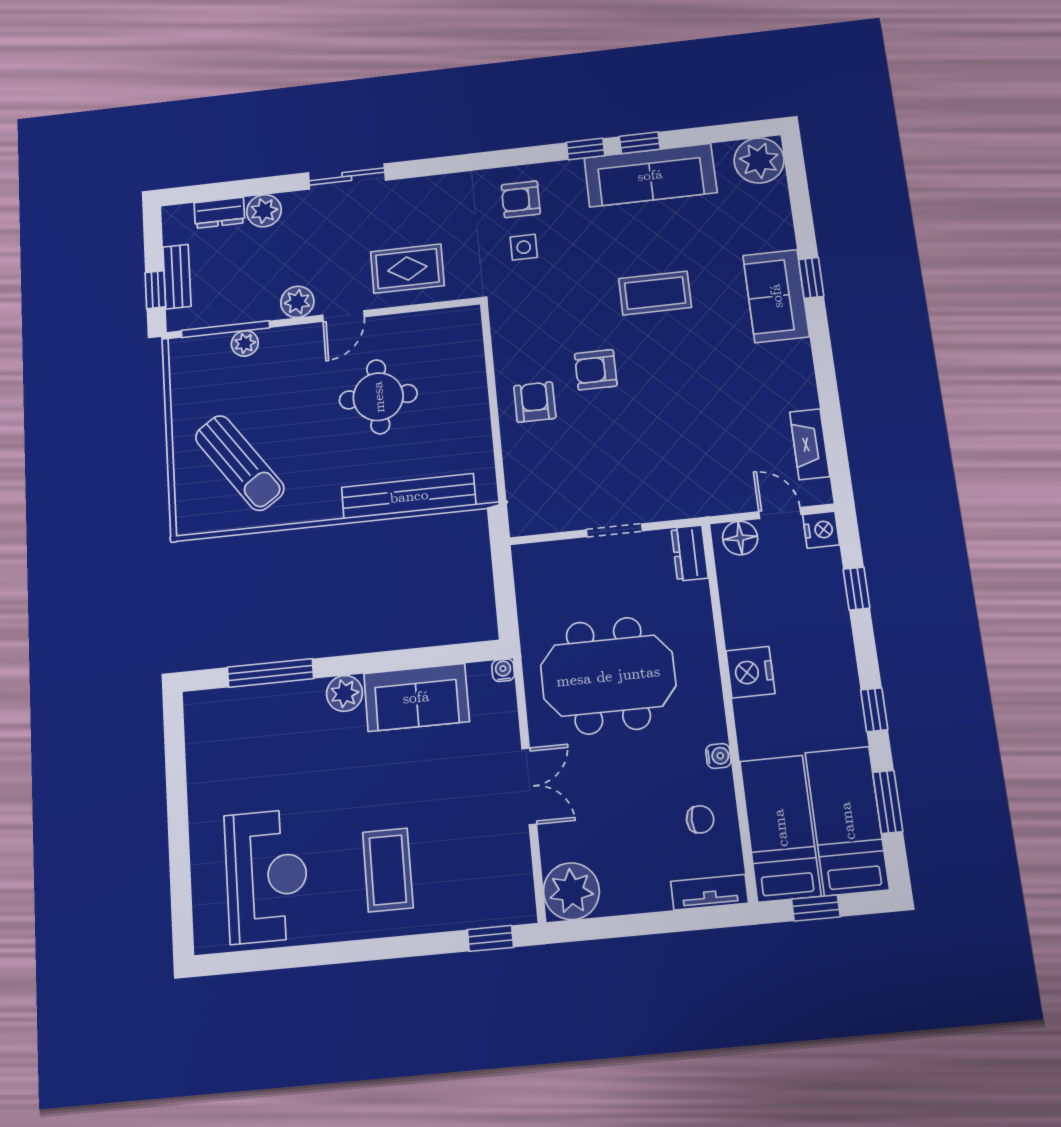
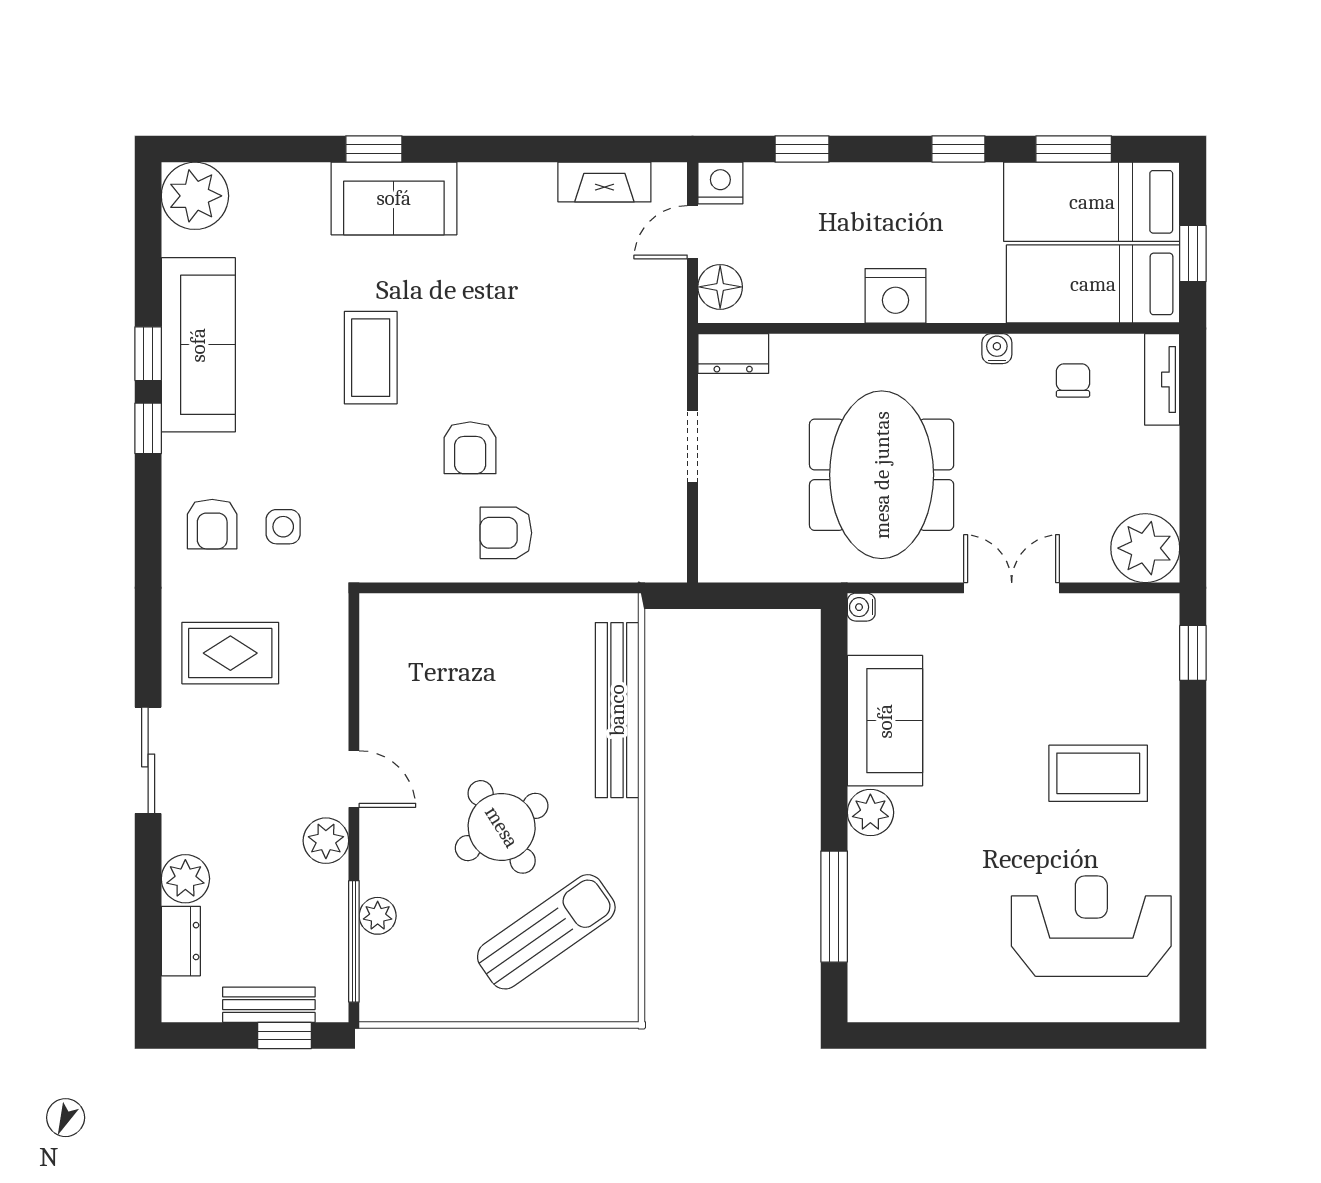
rug: (407, 269) -> (230, 653), moved, turned 90
round table: (378, 397) -> (502, 827), moved, turned -32

